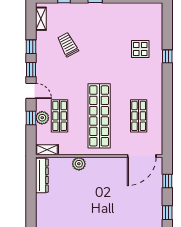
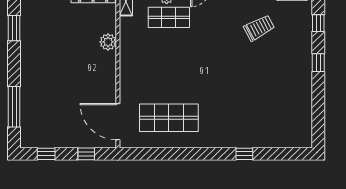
display table: (140, 49) -> (254, 120), removed
shop shelf: (99, 116) -> (169, 68), removed
shop shelf: (139, 116) -> (169, 118), width x1.43, depth x1.36

